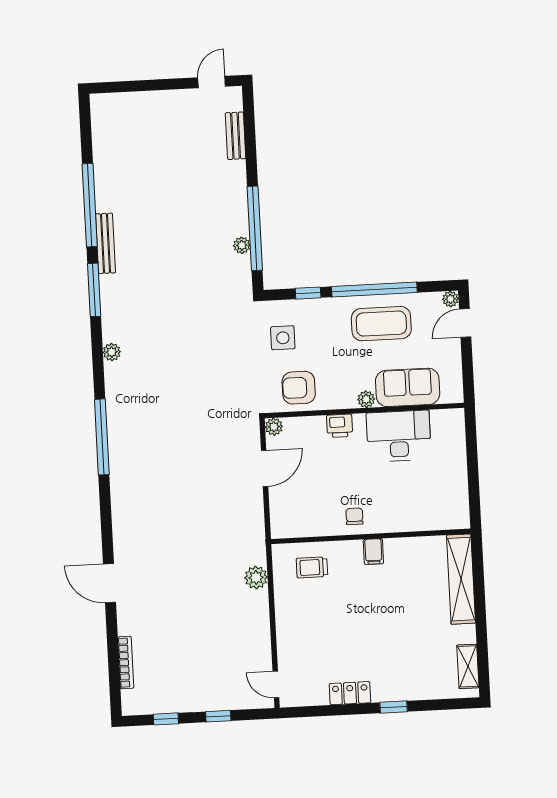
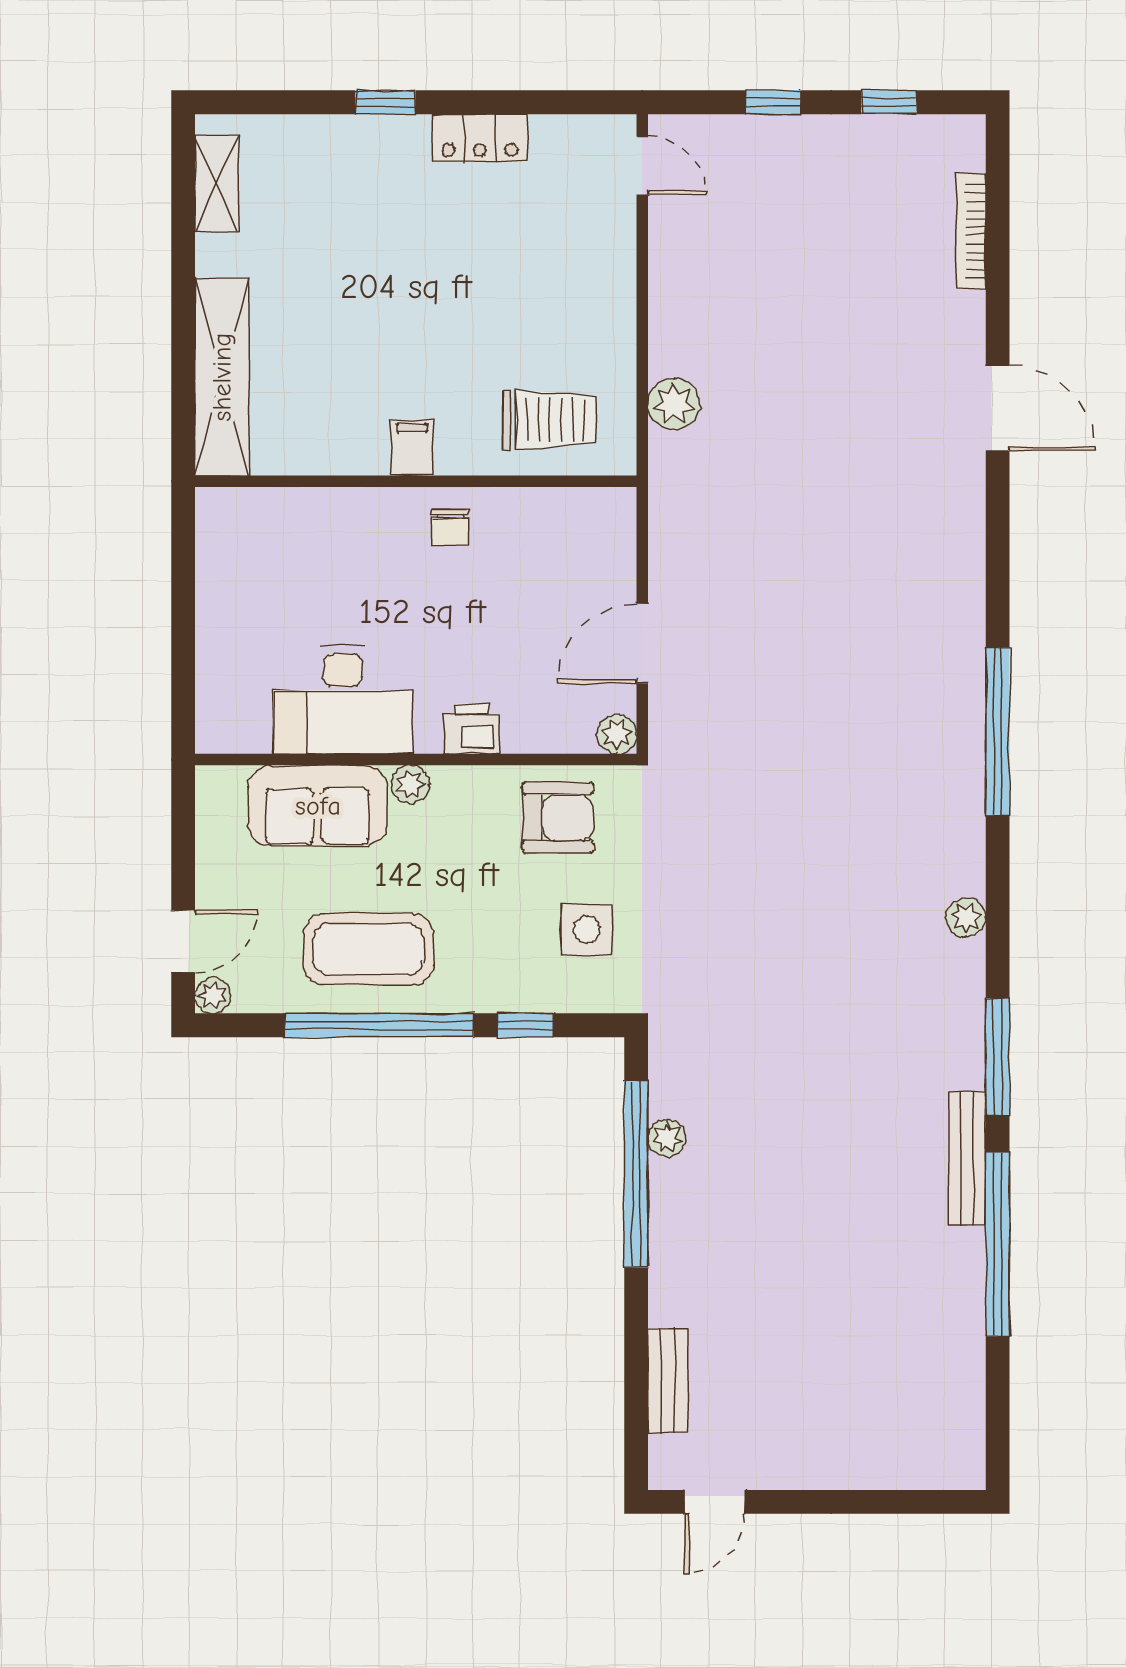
trolley: (312, 567) -> (549, 420), width x1.36, depth x1.39

